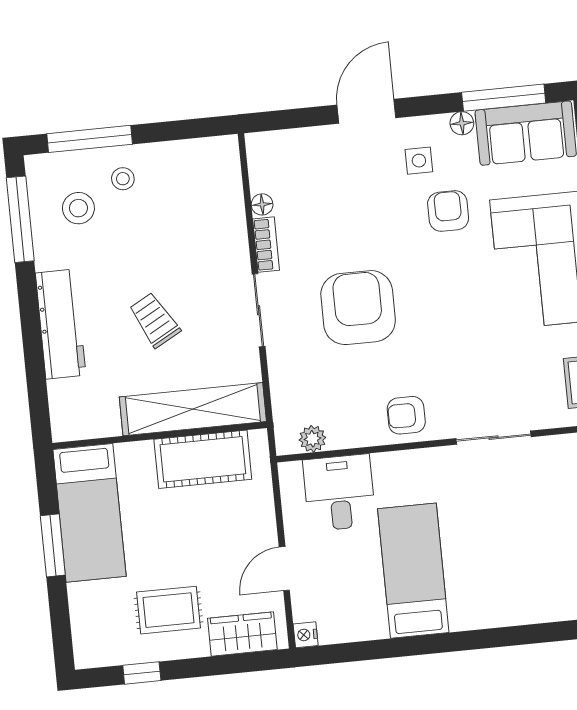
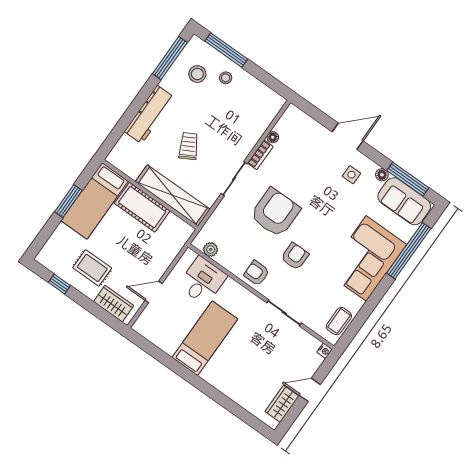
armchair: (448, 211) -> (295, 256), moved
cot: (203, 459) -> (142, 207), moved
nightstand: (306, 635) -> (139, 326), removed

